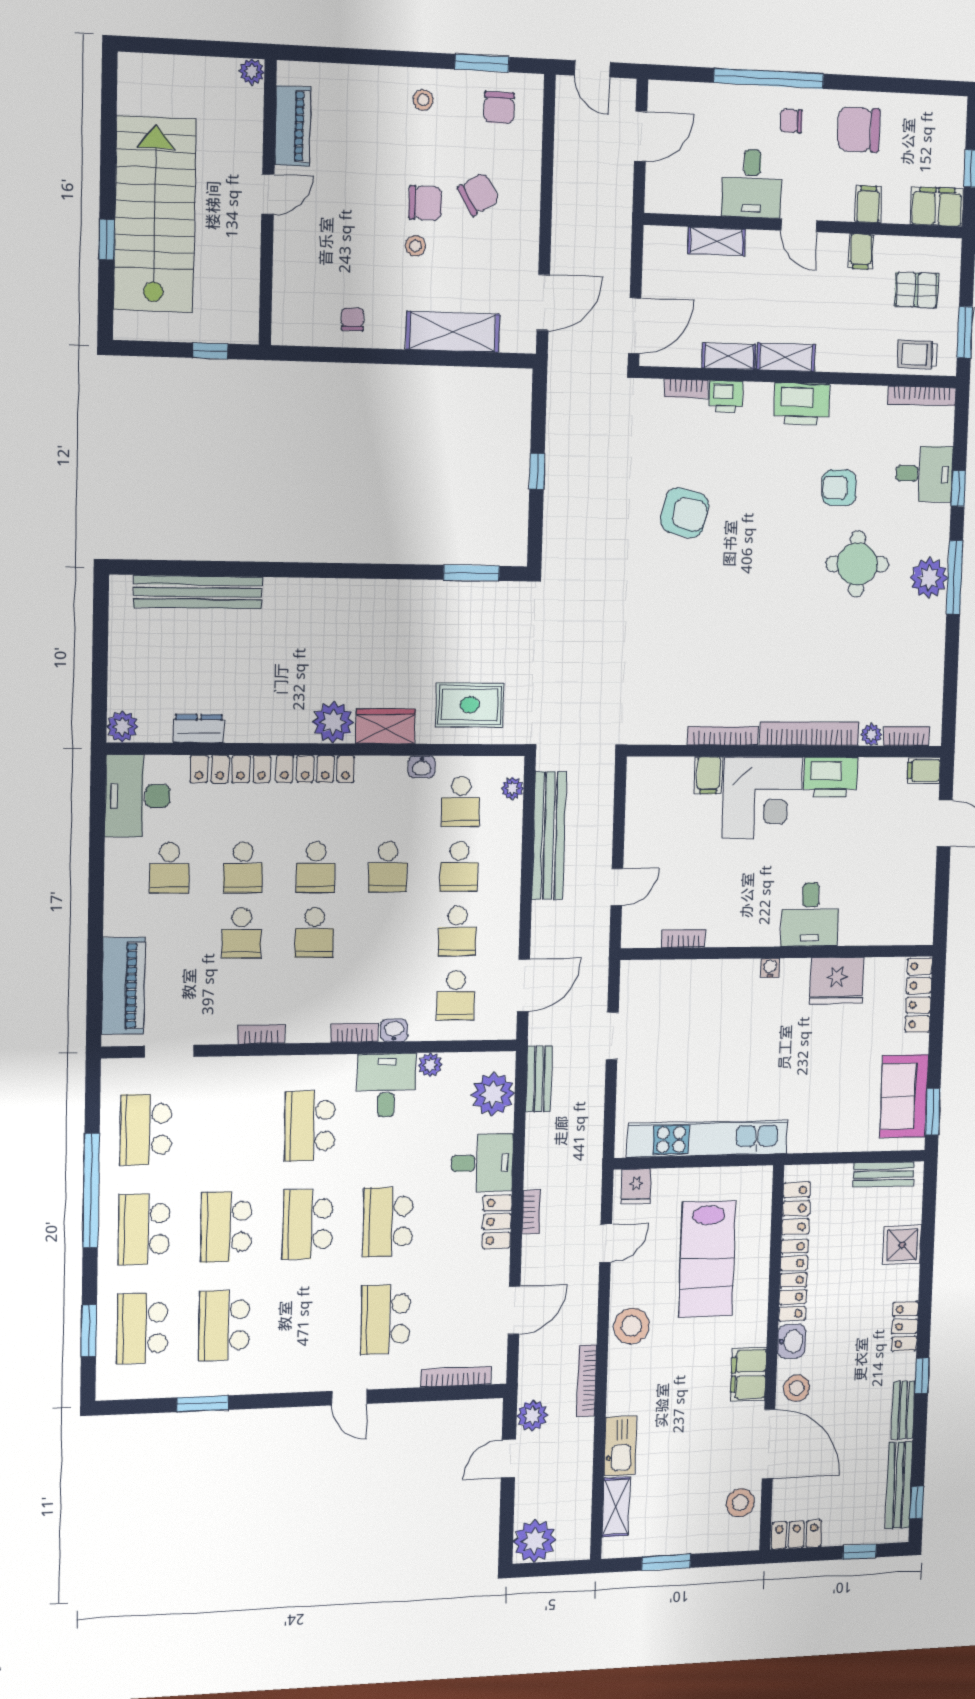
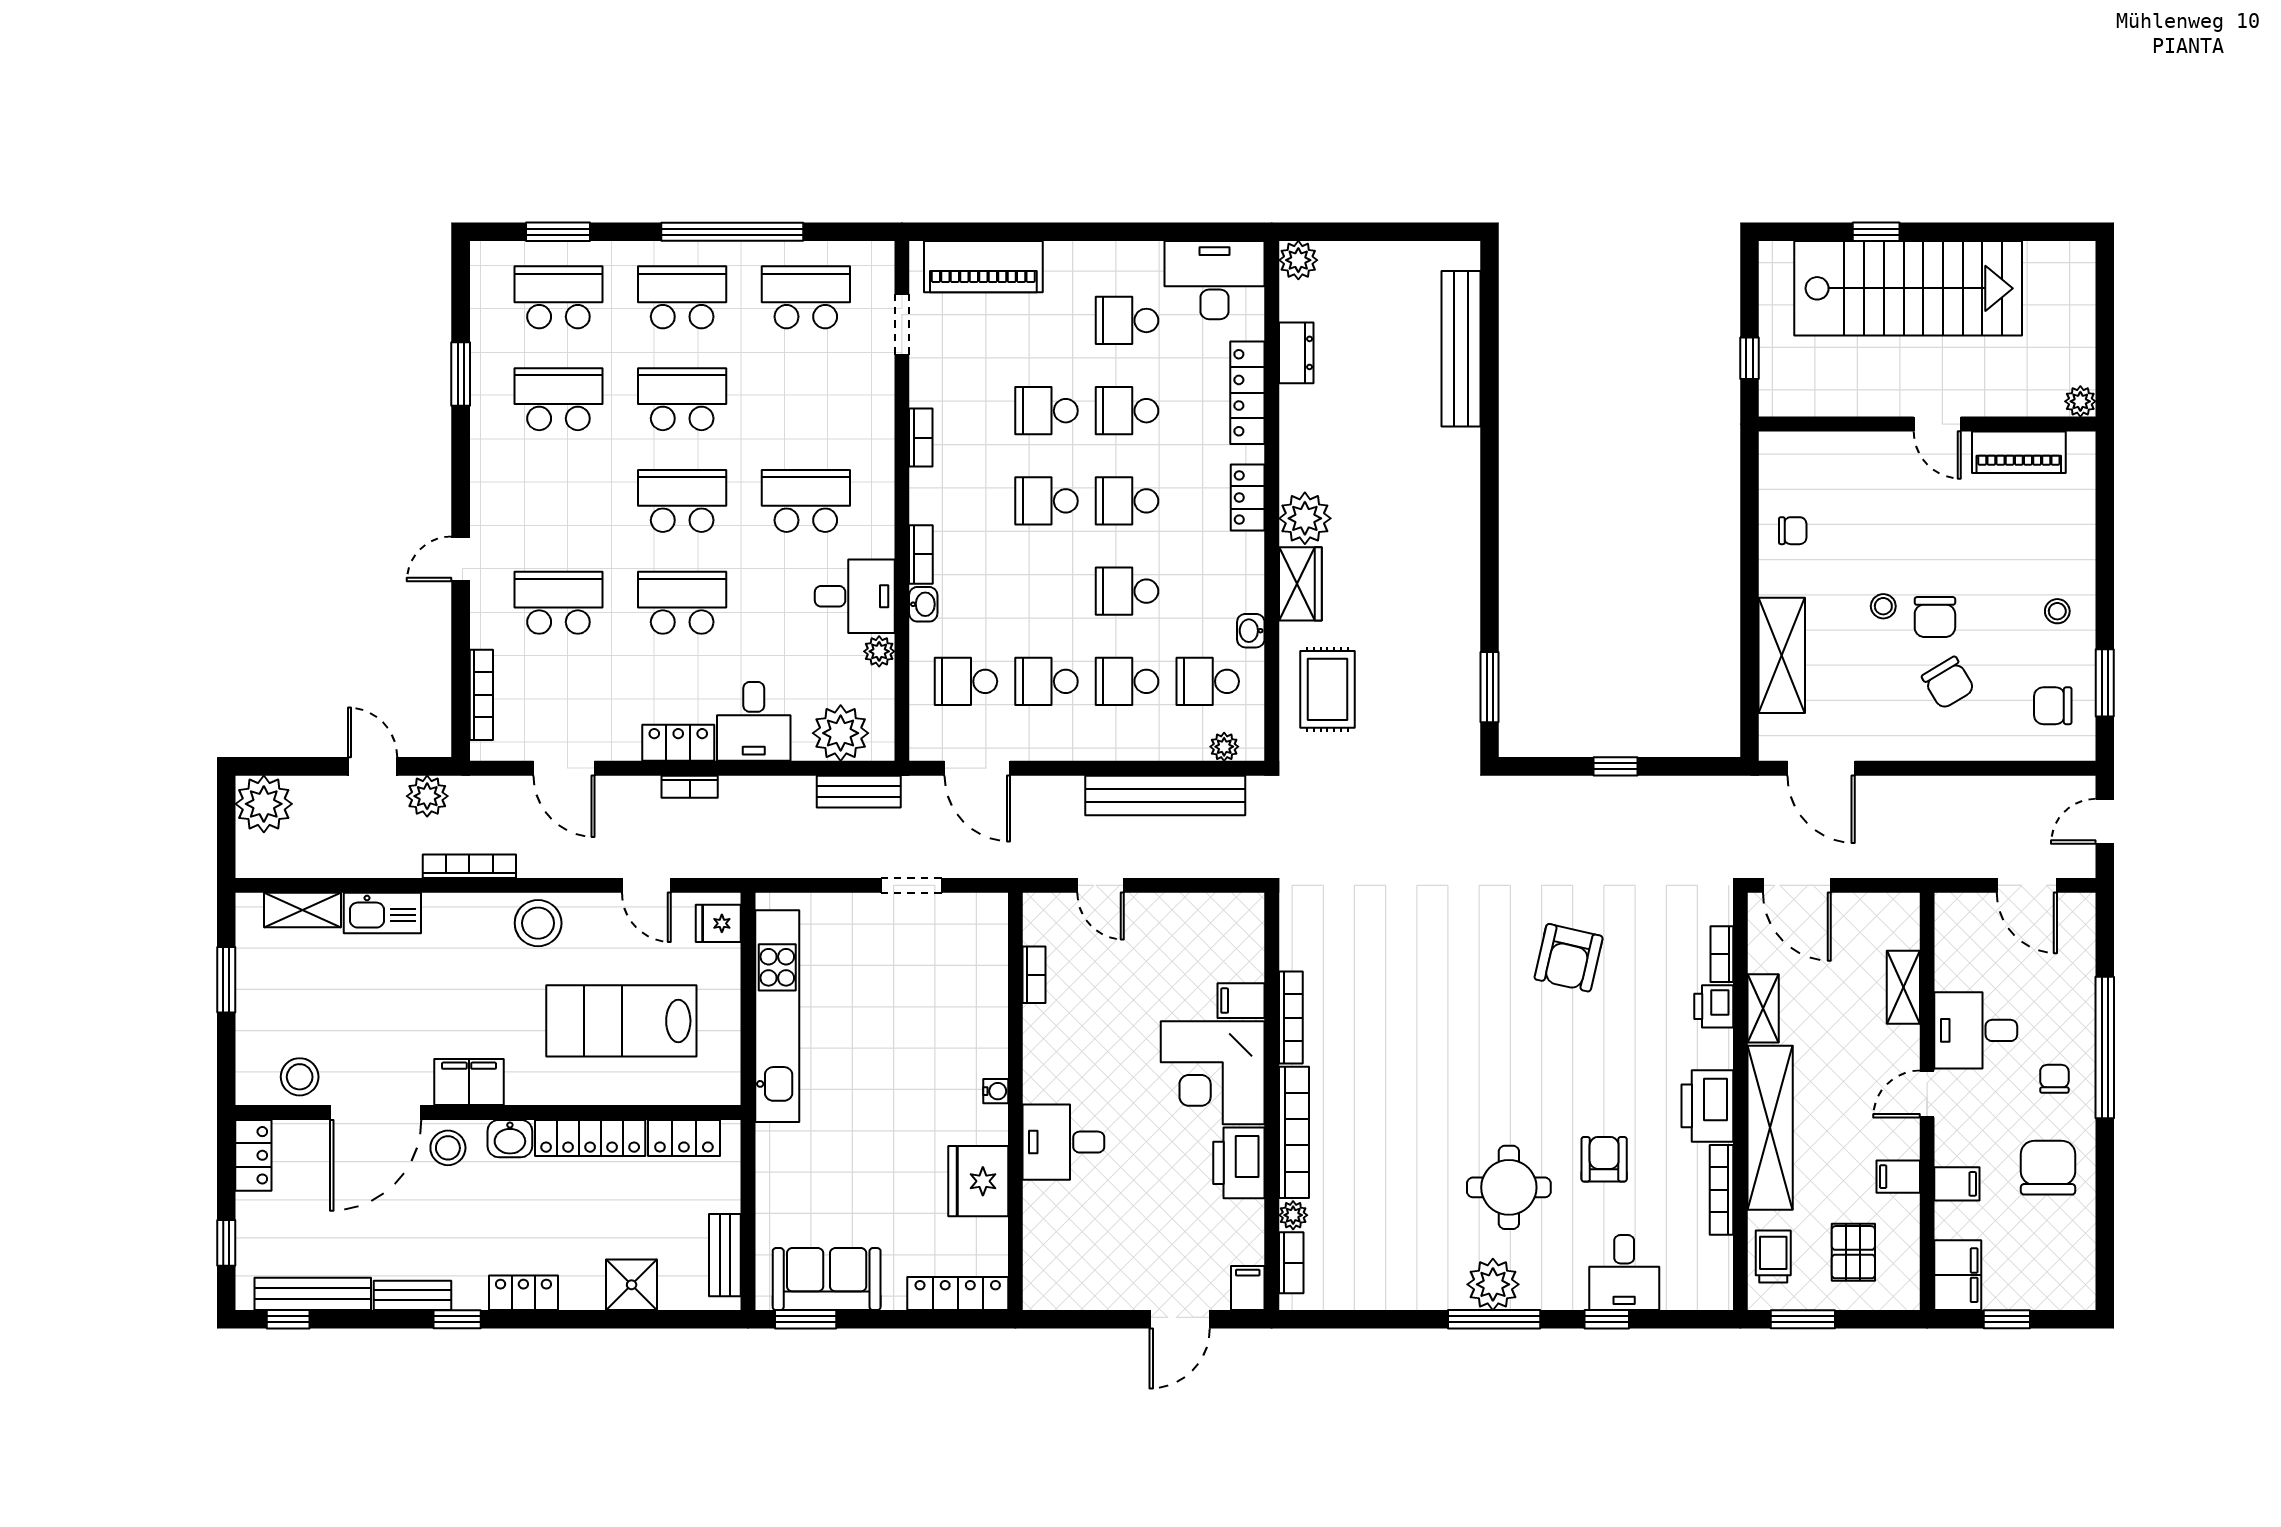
shelving: (786, 357) -> (1770, 1128), width x2.20, depth x1.33
bookcase: (922, 396) -> (1722, 1190), moved
locker: (315, 769) -> (1248, 497), width x0.66

